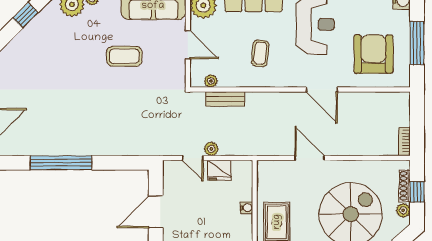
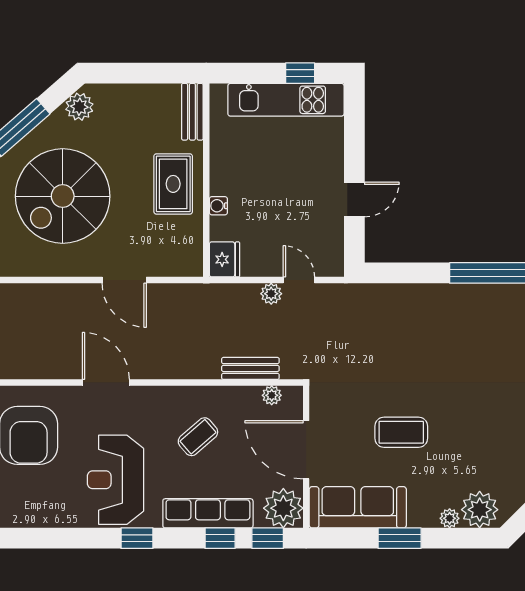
door: (188, 45) -> (306, 450), width x1.36
coffee table: (260, 53) -> (198, 437), turned 43
fridge: (219, 170) -> (224, 259), moved, turned 90
door: (156, 212) -> (354, 200), width x0.73

